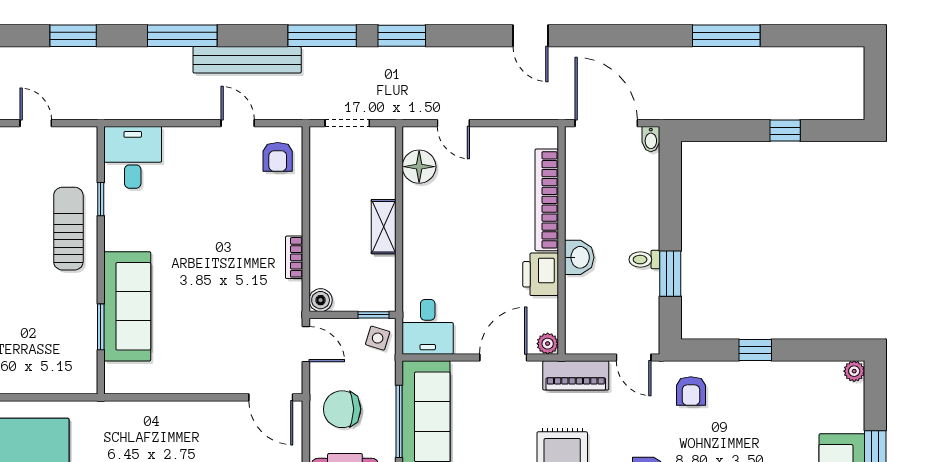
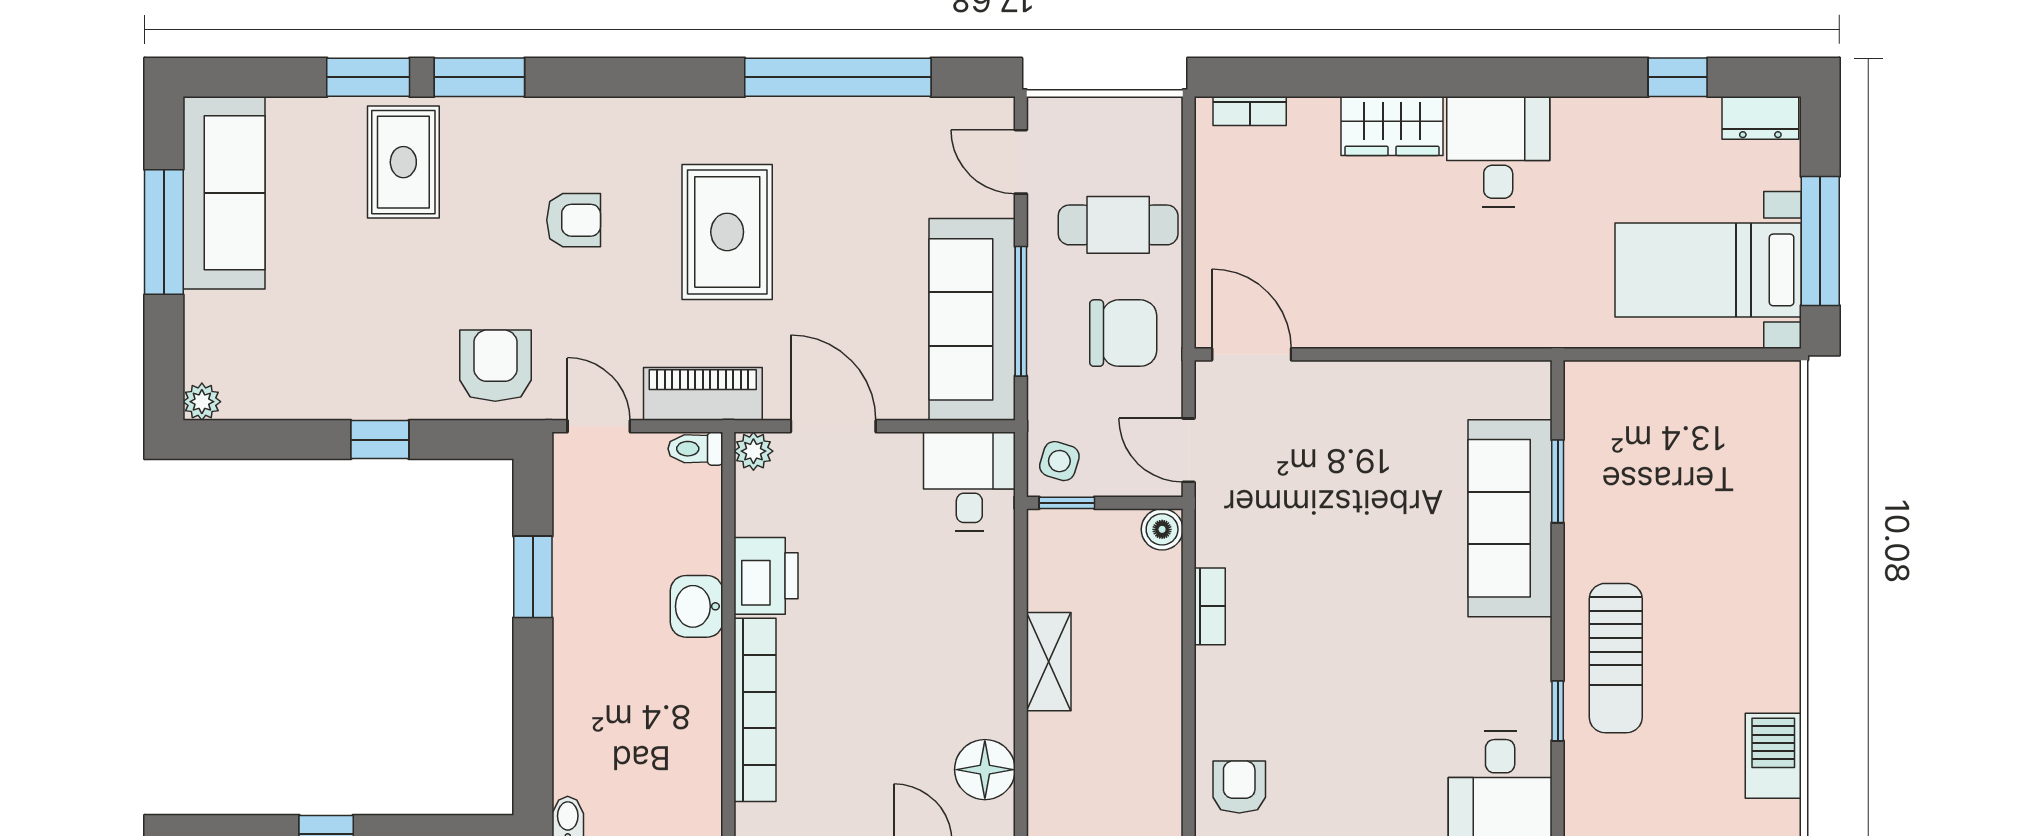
toilet: (644, 260) -> (695, 449), moved, turned 180
door: (503, 357) -> (833, 426), swing flipped
armchair: (691, 391) -> (495, 366), width x1.38, depth x1.38

